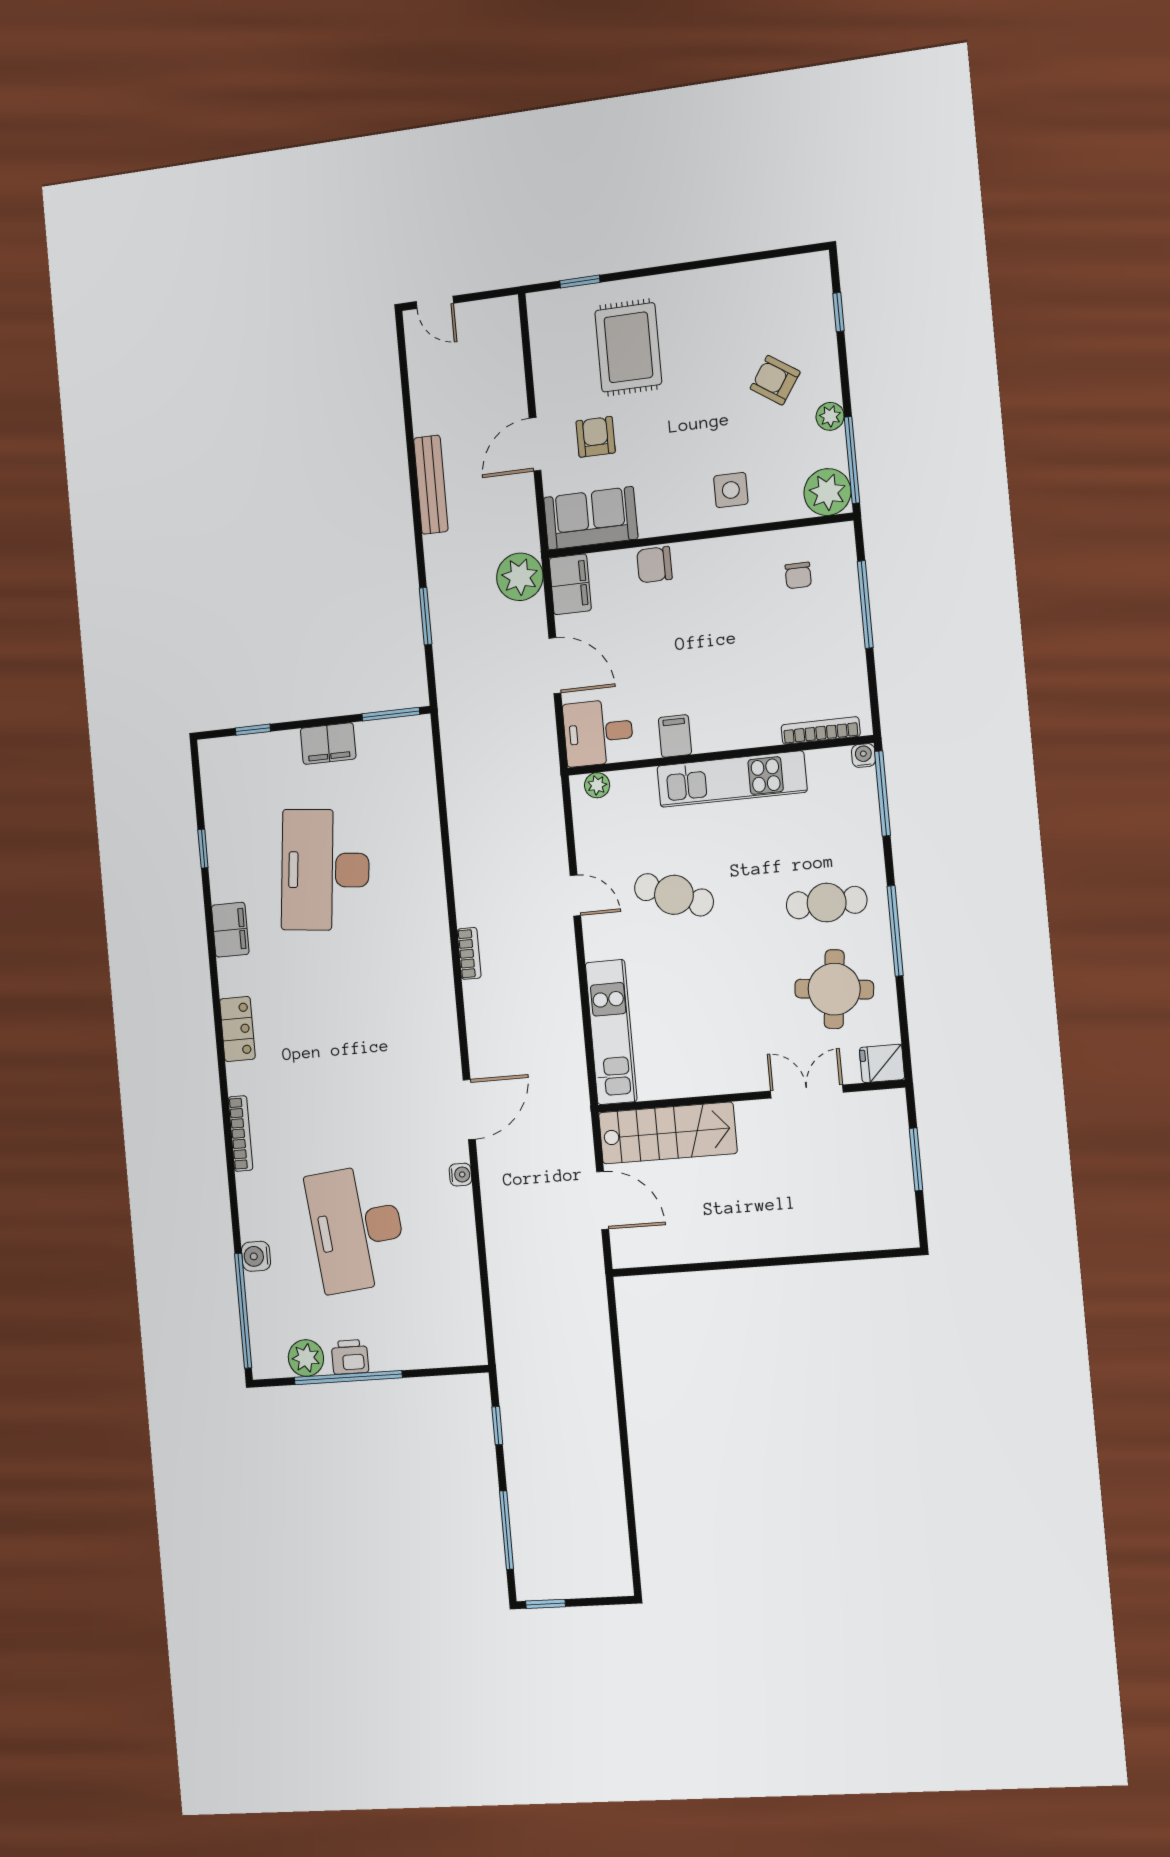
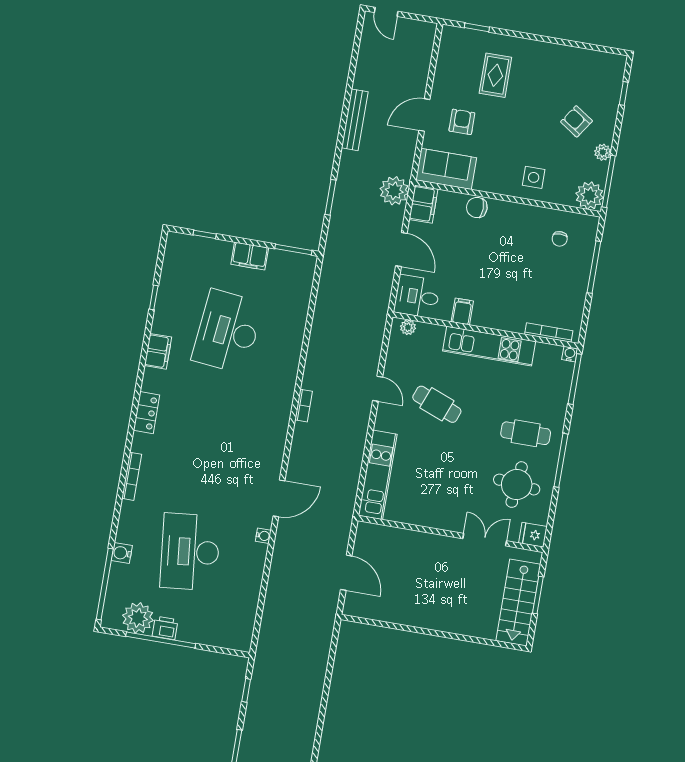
rug: (628, 347) -> (495, 75), width x0.73, depth x0.70
stairs: (668, 1133) -> (518, 603), moved, turned 90
plant: (306, 1358) -> (138, 618), width x1.36, depth x1.36

